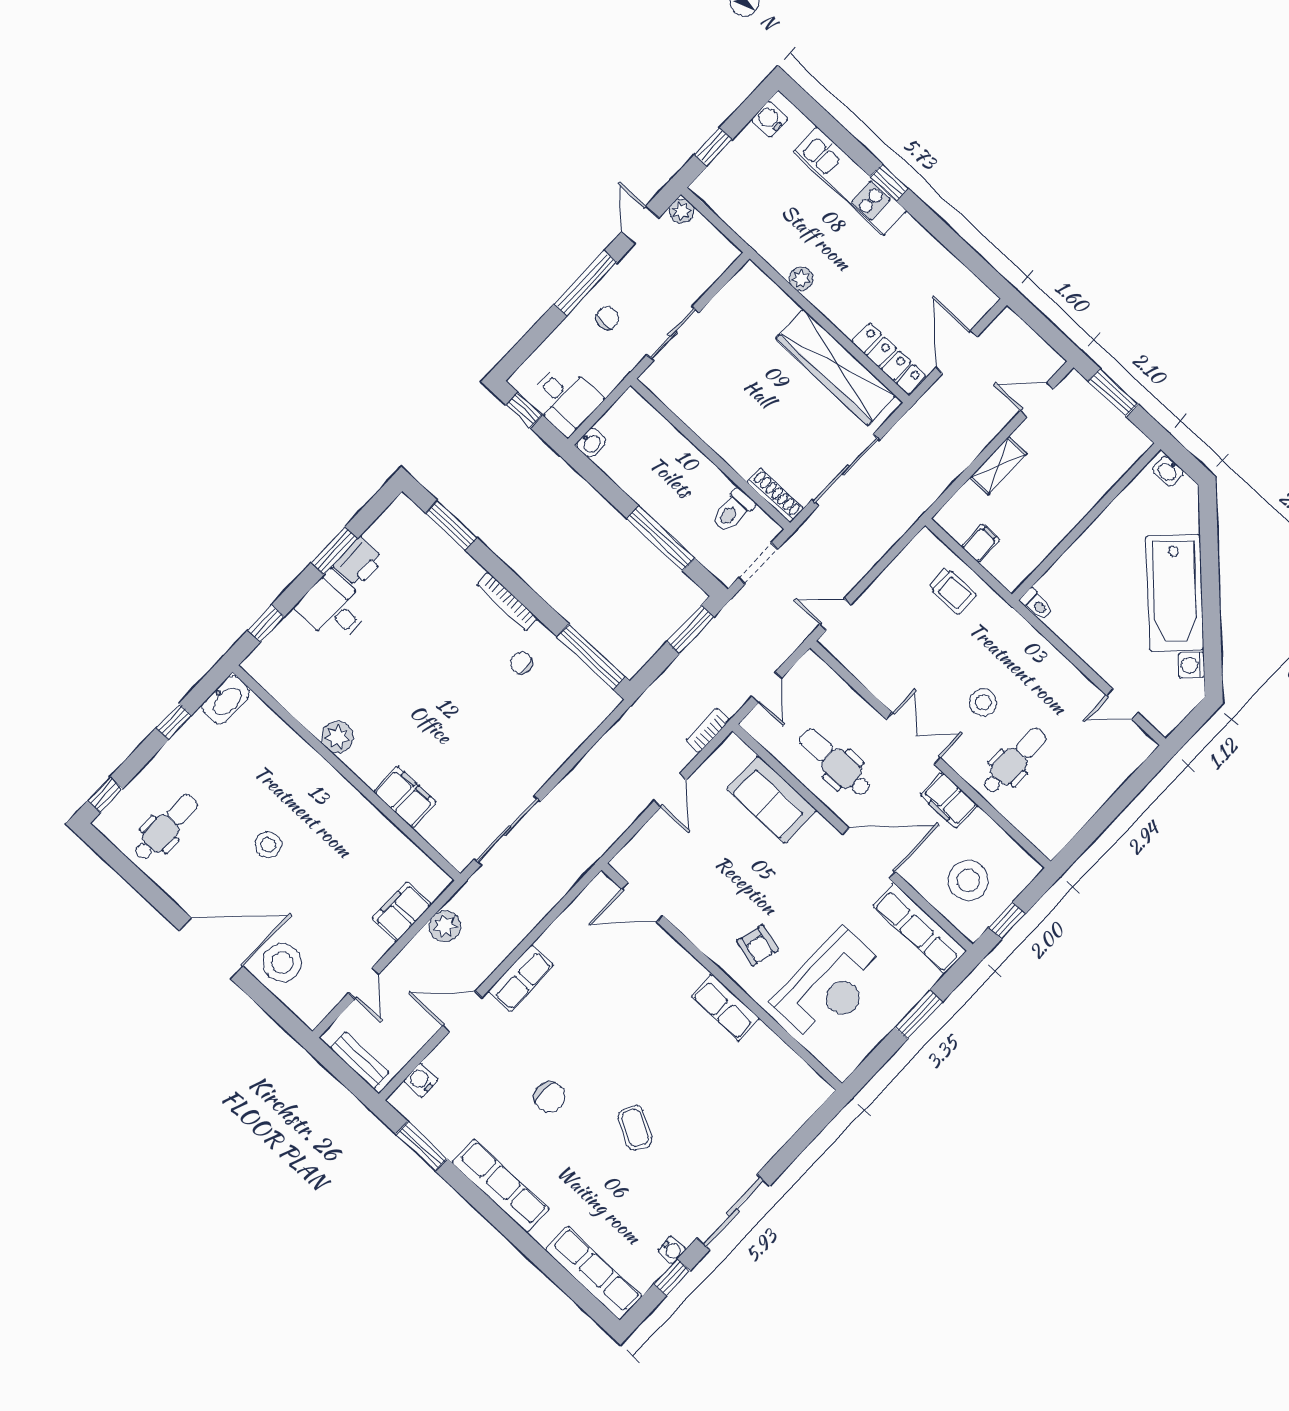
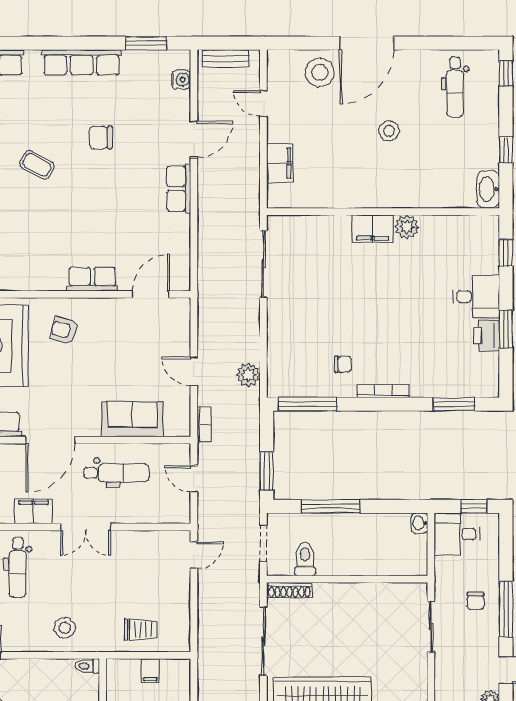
trolley: (952, 591) -> (141, 630), turned 180
stool: (983, 702) -> (65, 628), moved
filing cabinet: (405, 797) -> (373, 229), moved
plant: (445, 926) -> (248, 375), moved
row of seats: (725, 1007) -> (92, 279), moved

